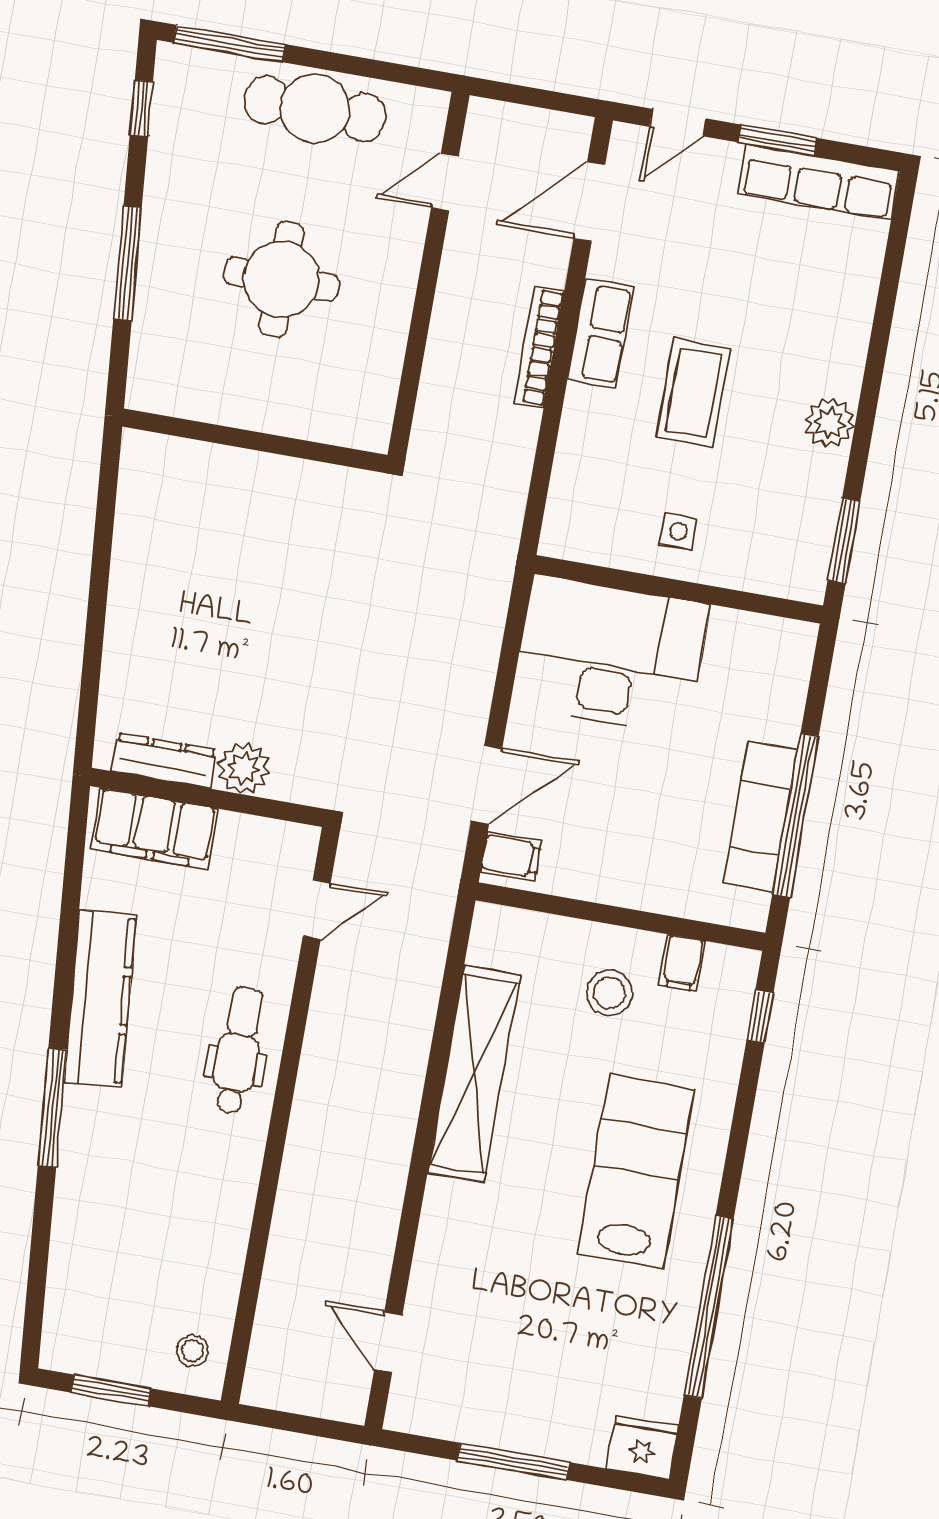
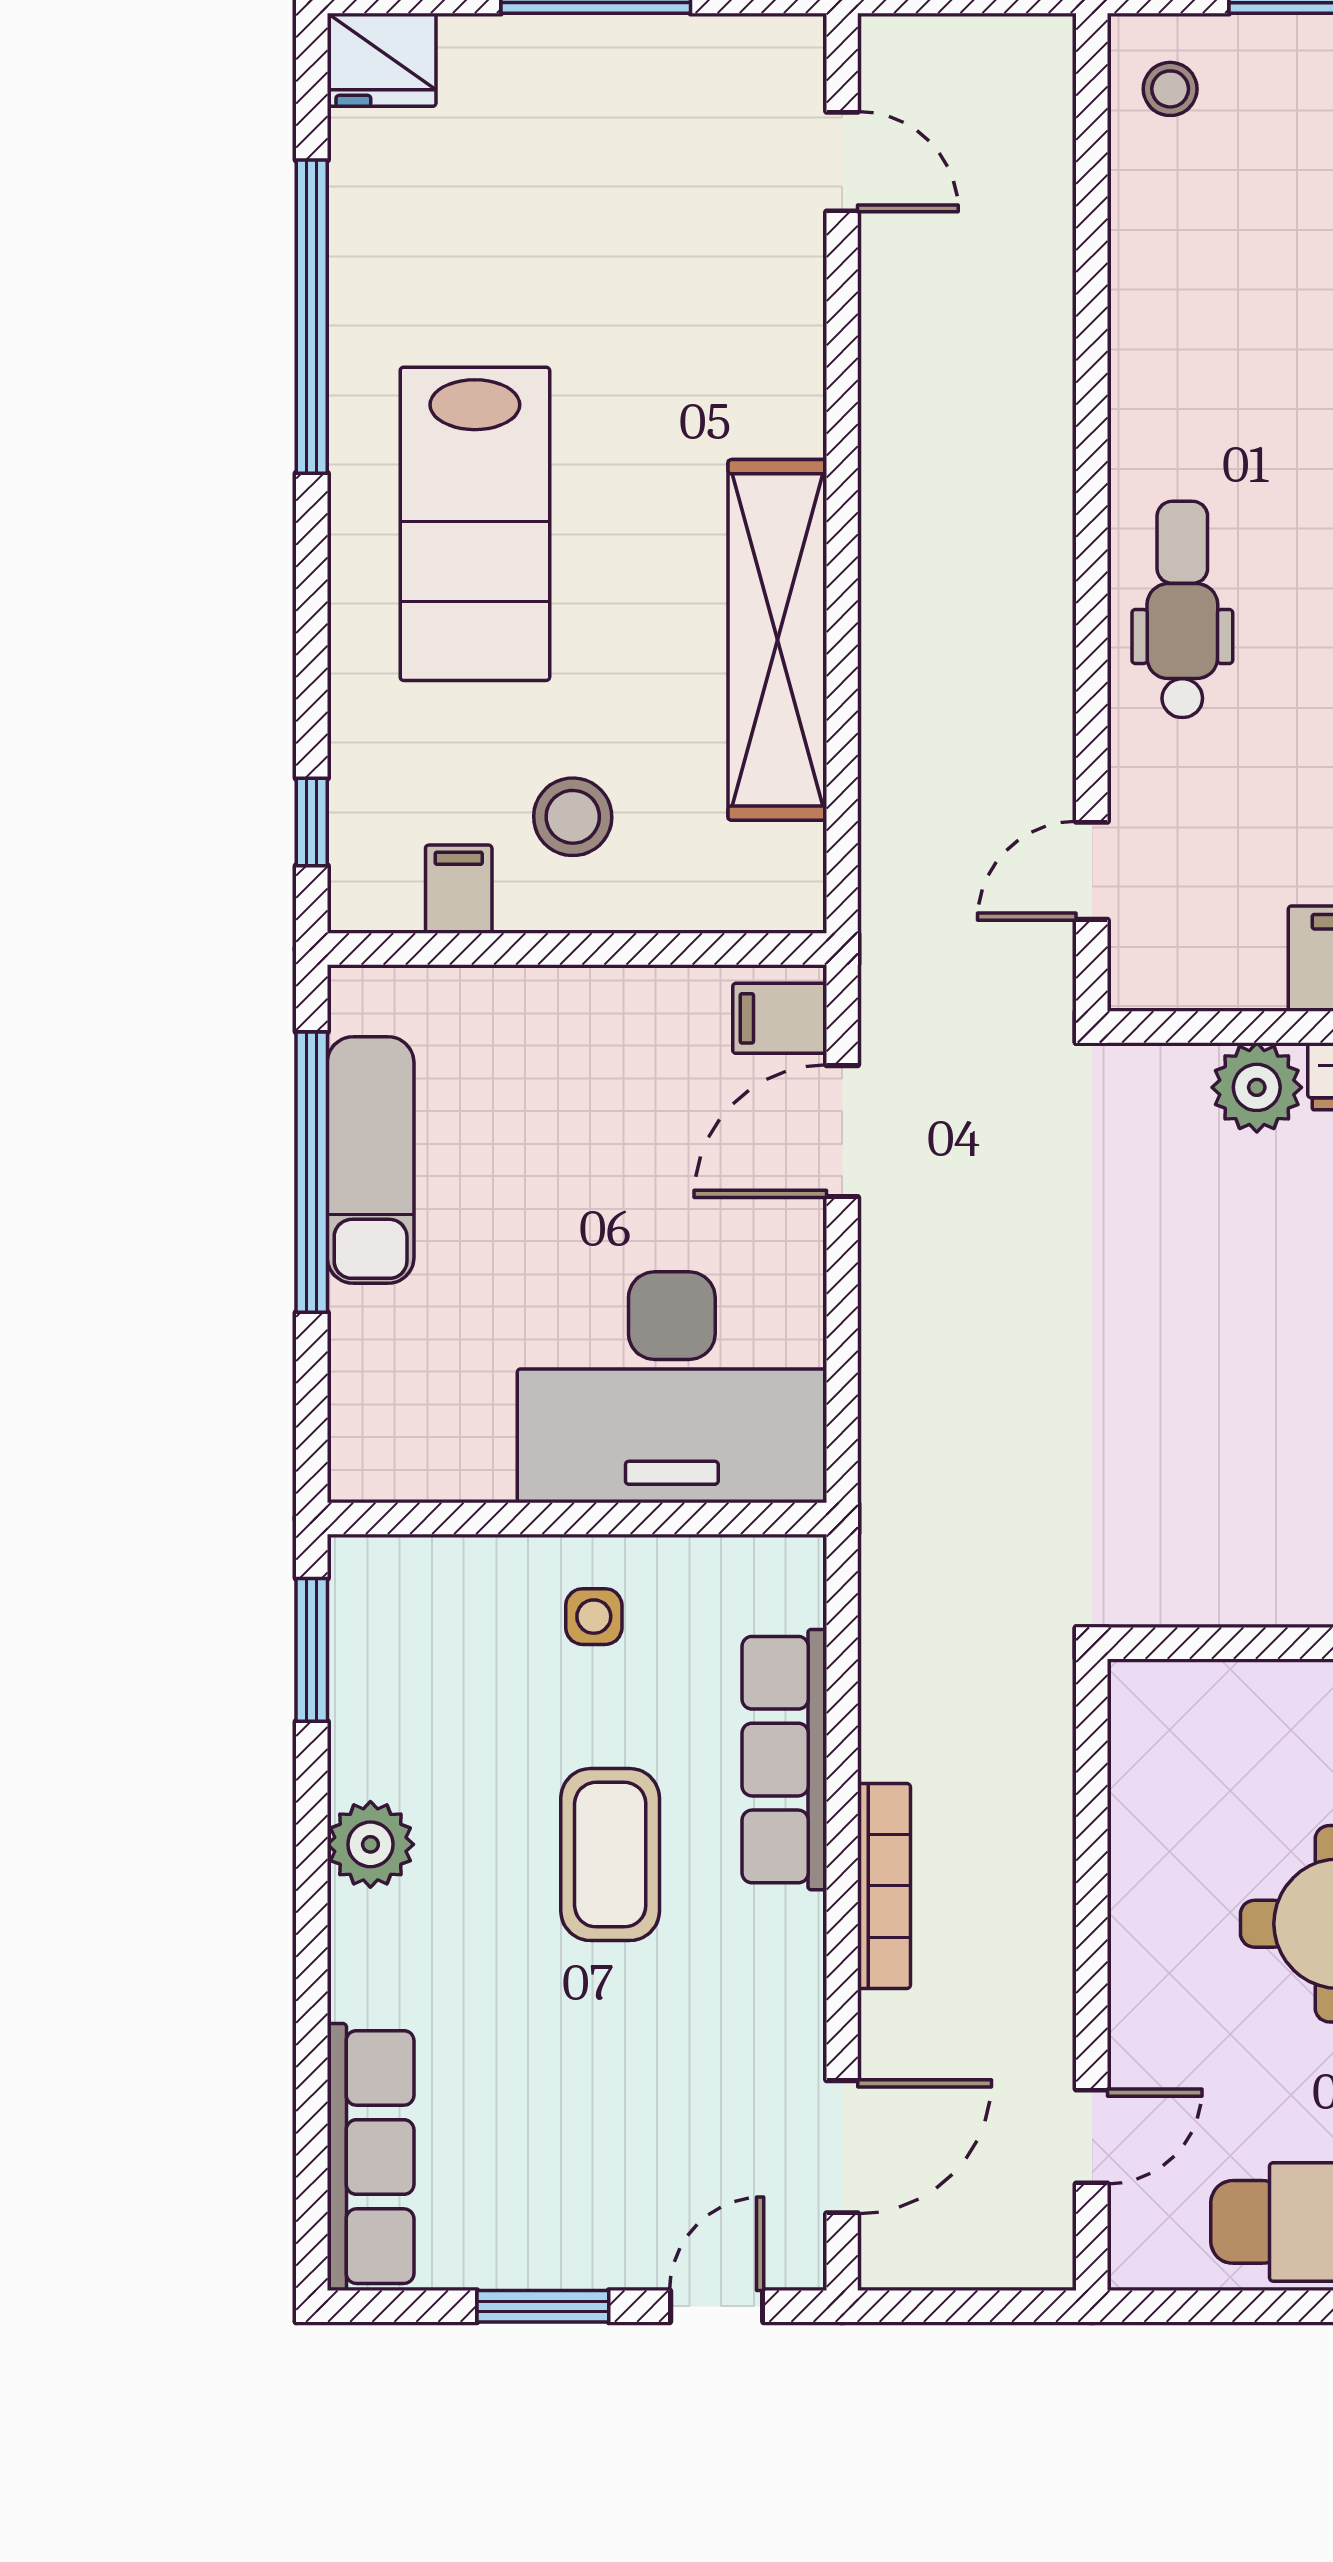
row of seats: (819, 182) -> (371, 2157), moved, turned 90
row of seats: (600, 333) -> (784, 1760), moved, width x1.48
dental chair: (238, 1050) -> (1182, 609), turned 180

